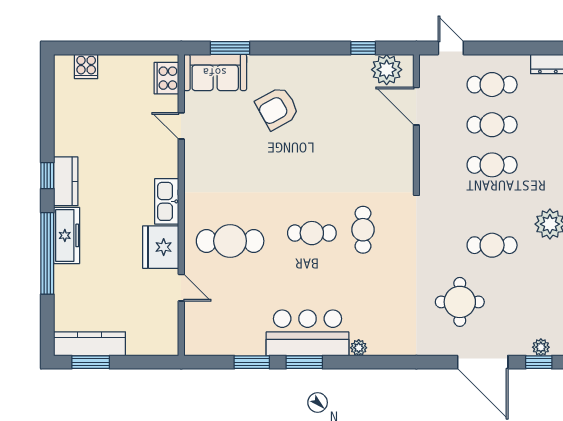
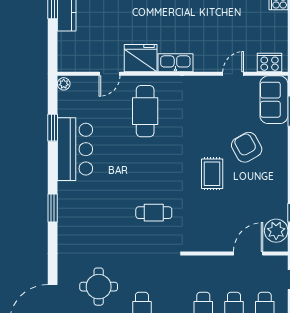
rug: (312, 153) -> (212, 174), added
cafe table: (312, 233) -> (151, 174), removed
bar counter: (308, 333) -> (75, 149), moved
plant: (359, 348) -> (64, 84), moved
window: (304, 362) -> (53, 208), moved

